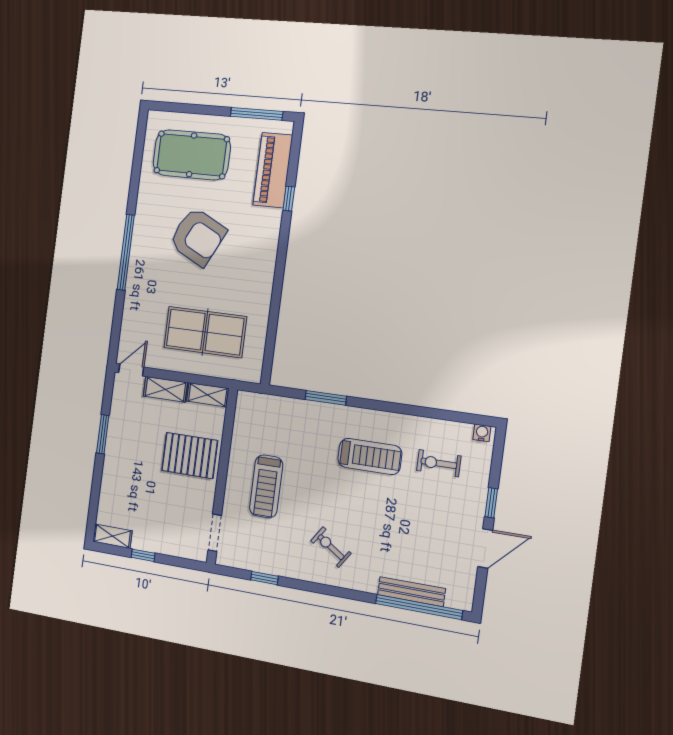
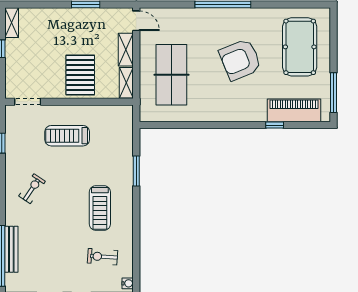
armchair: (198, 237) -> (240, 60), turned 41
exercise bike: (439, 463) -> (103, 257), turned -86

